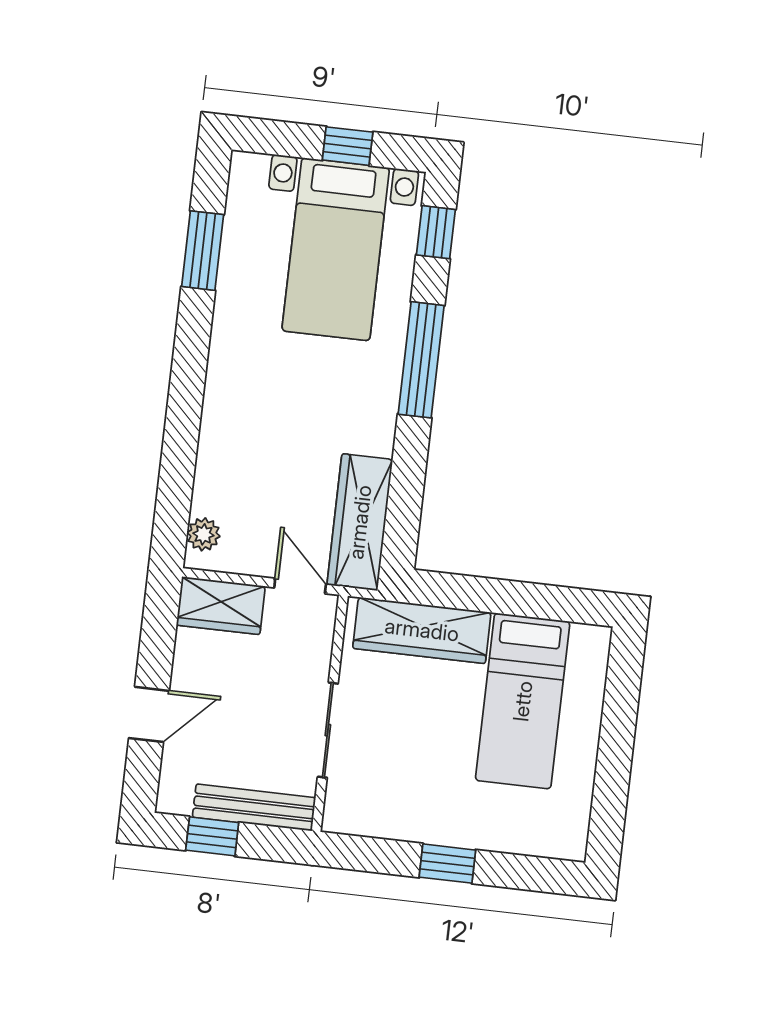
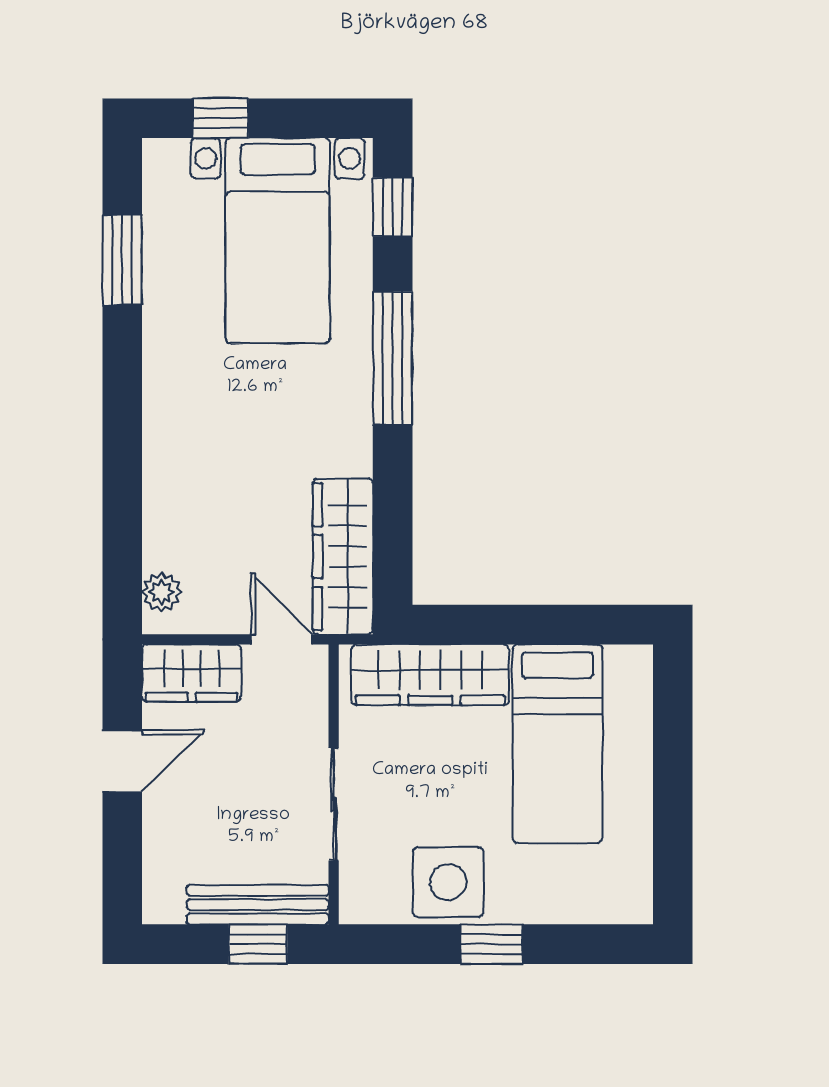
window: (348, 146) -> (220, 118), moved
door: (149, 714) -> (122, 761), moved
side table: (417, 807) -> (448, 882), added
window: (212, 836) -> (258, 944), moved

